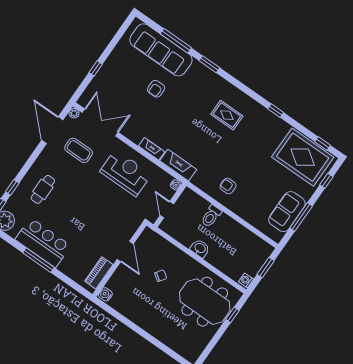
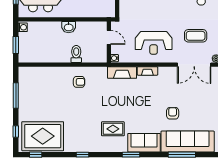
window: (209, 64) -> (131, 155), moved
sofa: (287, 212) -> (144, 143), moved, turned -90

